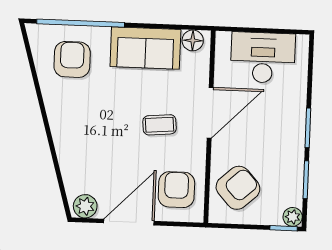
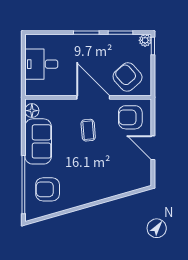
desk: (263, 58) -> (41, 64), width x0.73
door: (210, 113) -> (93, 97), moved
plant: (85, 206) -> (144, 177), removed
door: (129, 222) -> (153, 148), width x0.73

